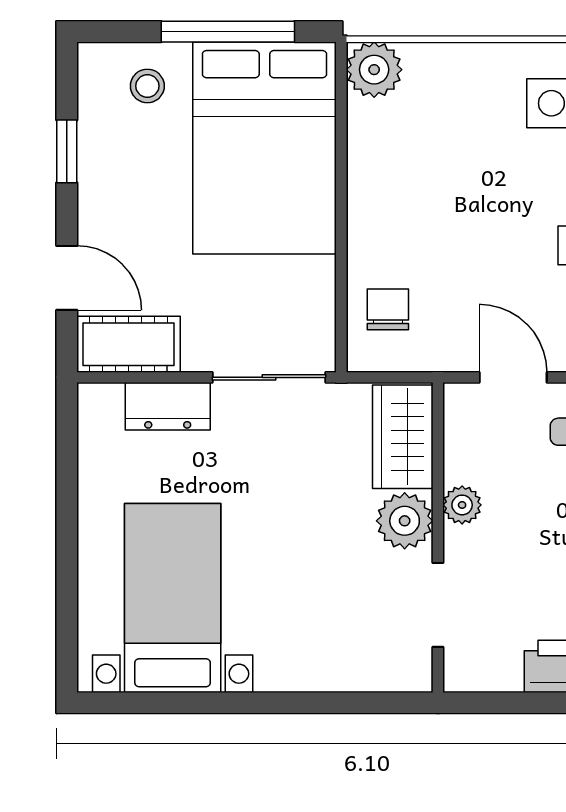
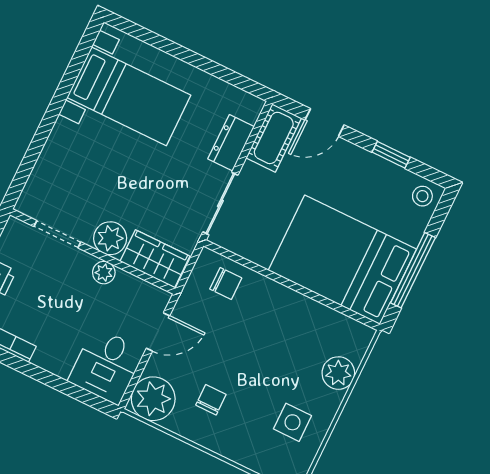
plant: (374, 70) -> (338, 373), moved
stool: (147, 86) -> (422, 196), moved

